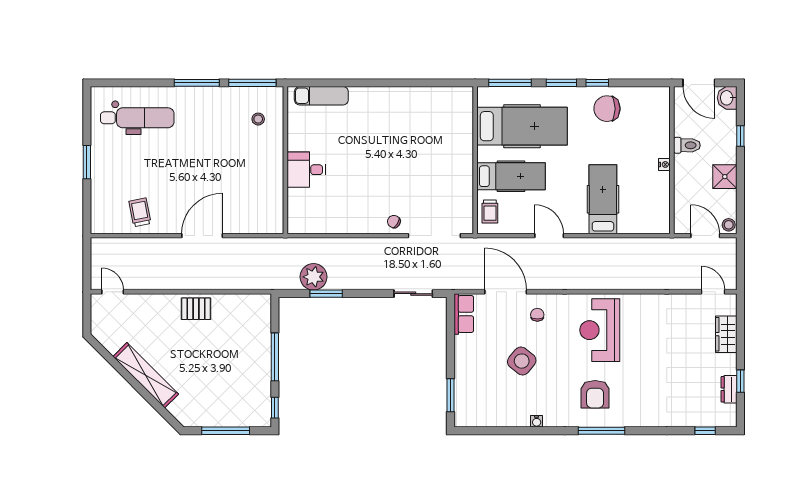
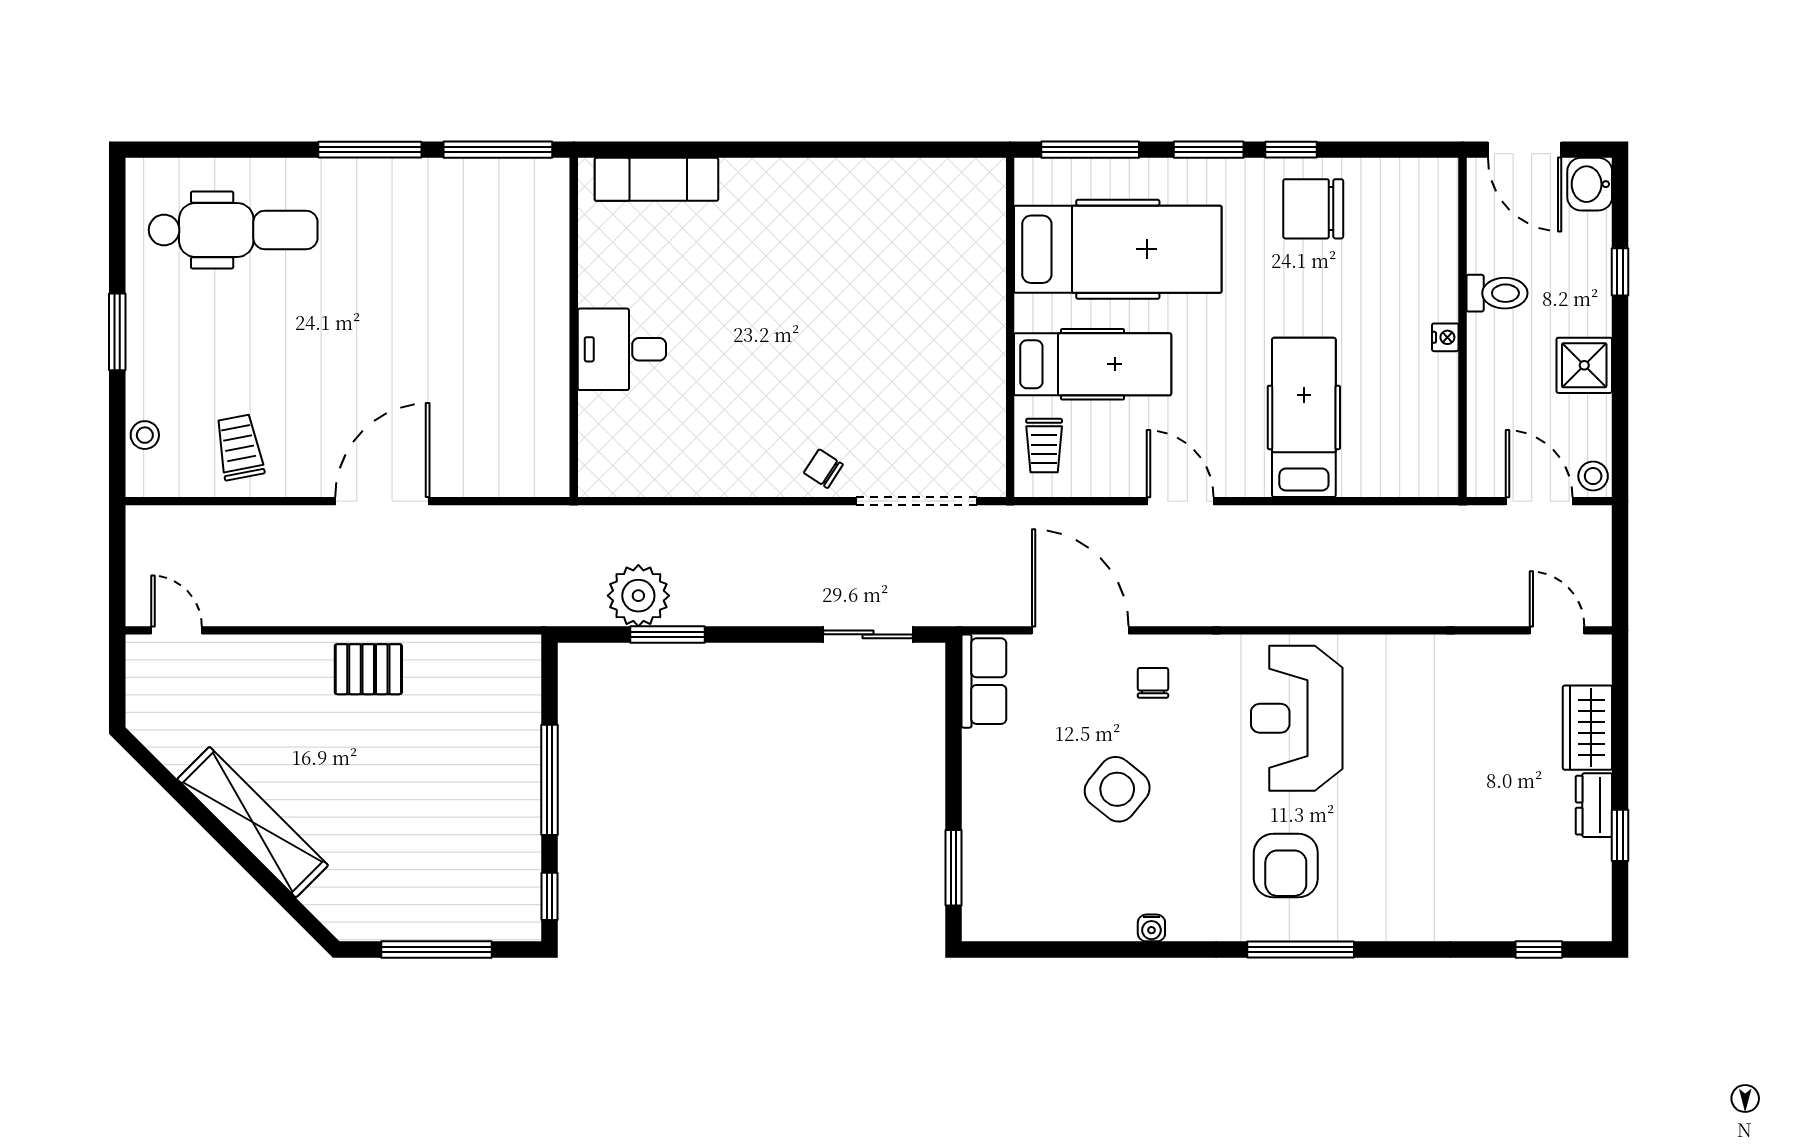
stool: (258, 119) -> (145, 435), moved
dresser: (729, 389) -> (1594, 805), moved

